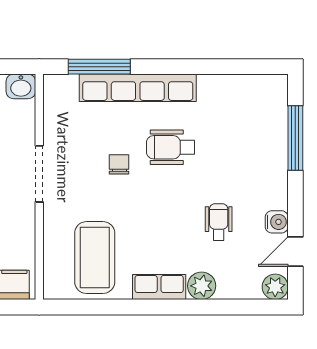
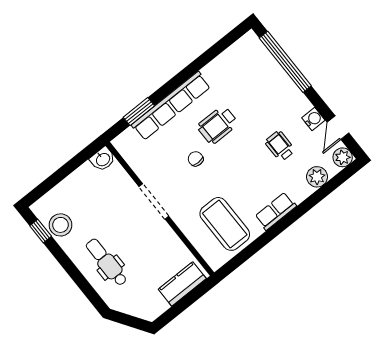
window: (99, 67) -> (139, 112), width x0.69
window: (295, 138) -> (285, 62), width x1.46
plant: (202, 286) -> (317, 177), moved

